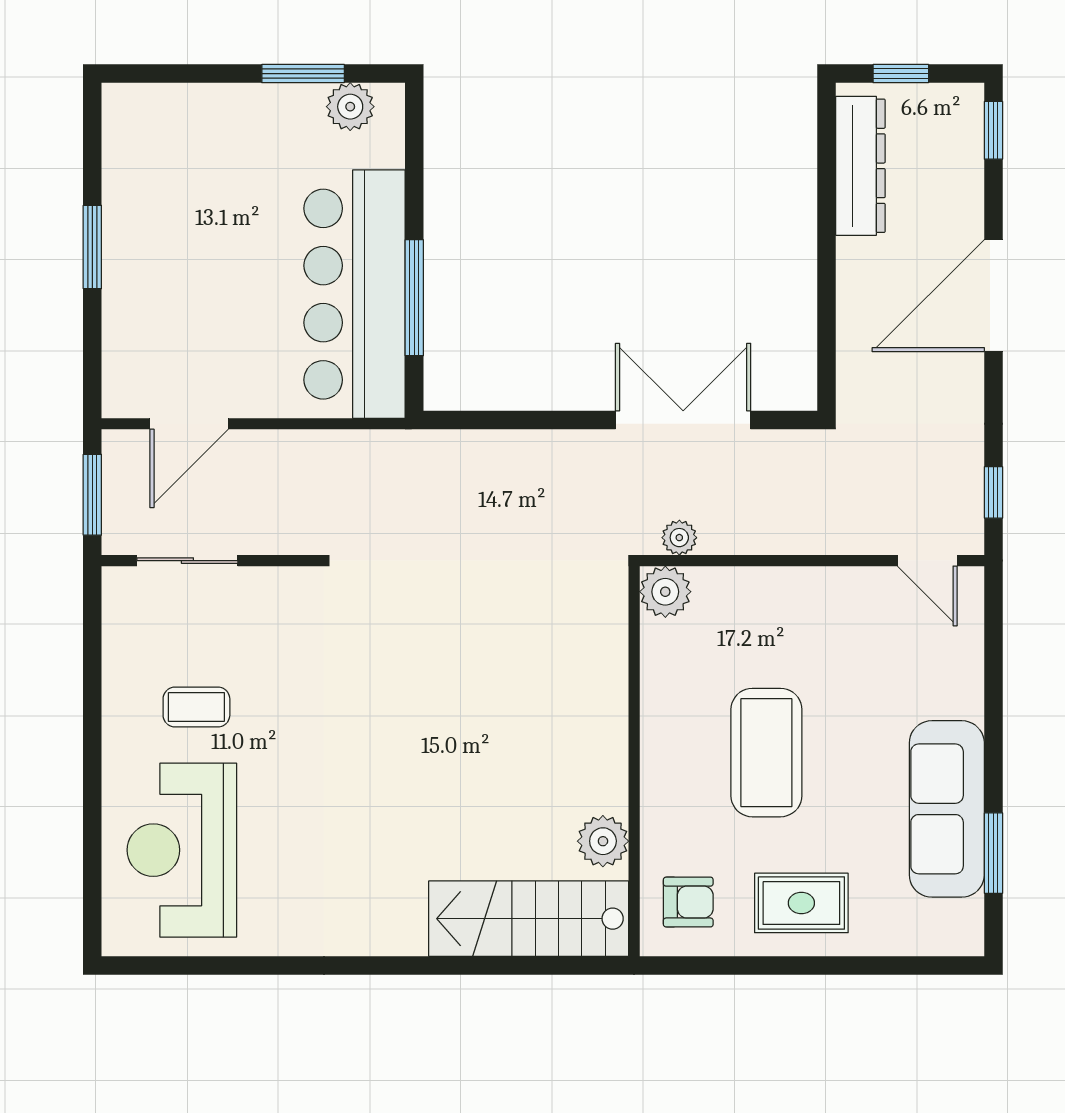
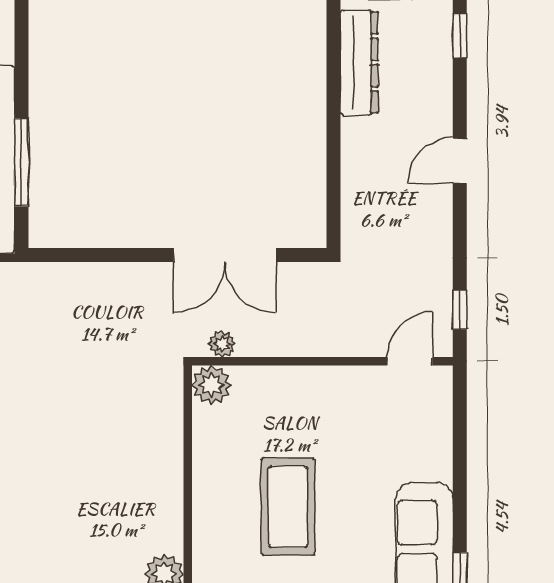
door: (993, 296) -> (460, 161), width x0.53
double door: (683, 420) -> (225, 255), swing flipped
door: (927, 561) -> (410, 361), swing flipped

